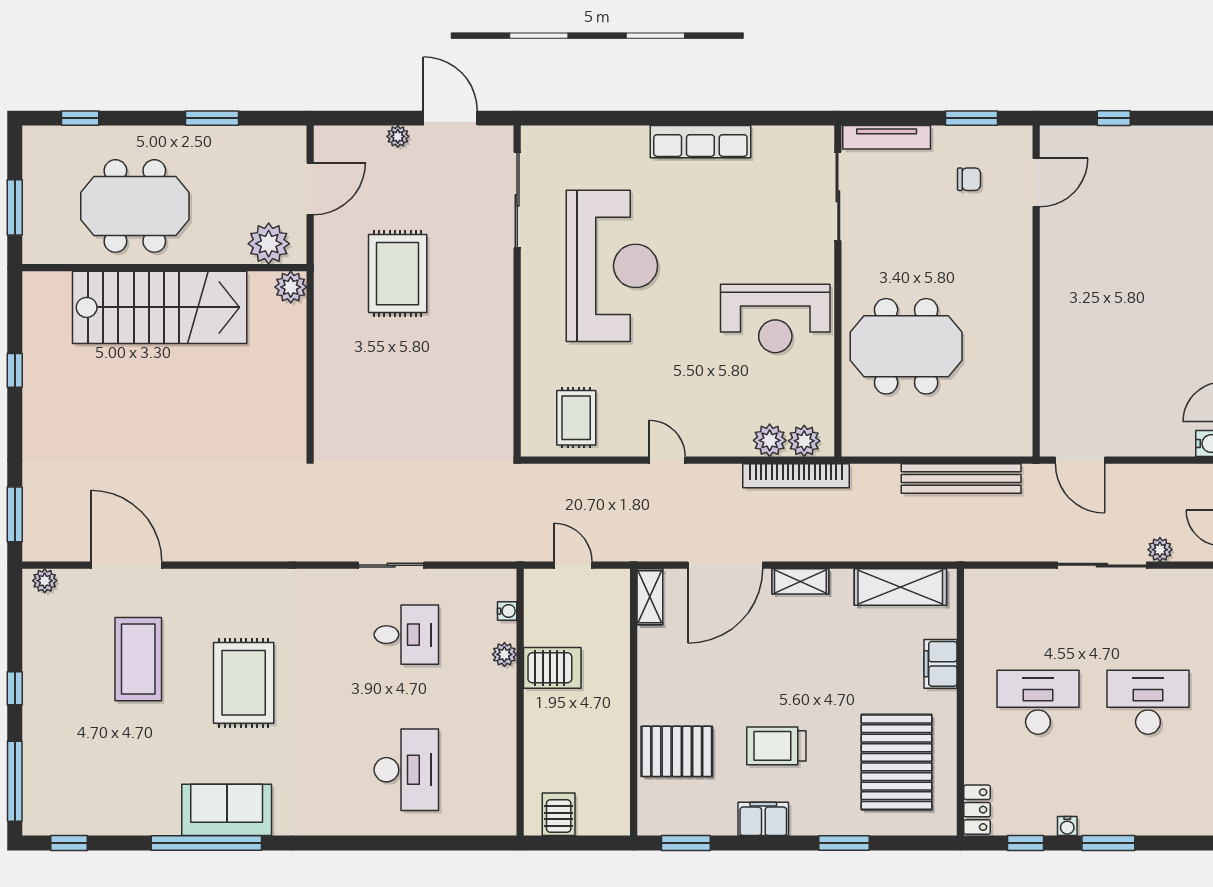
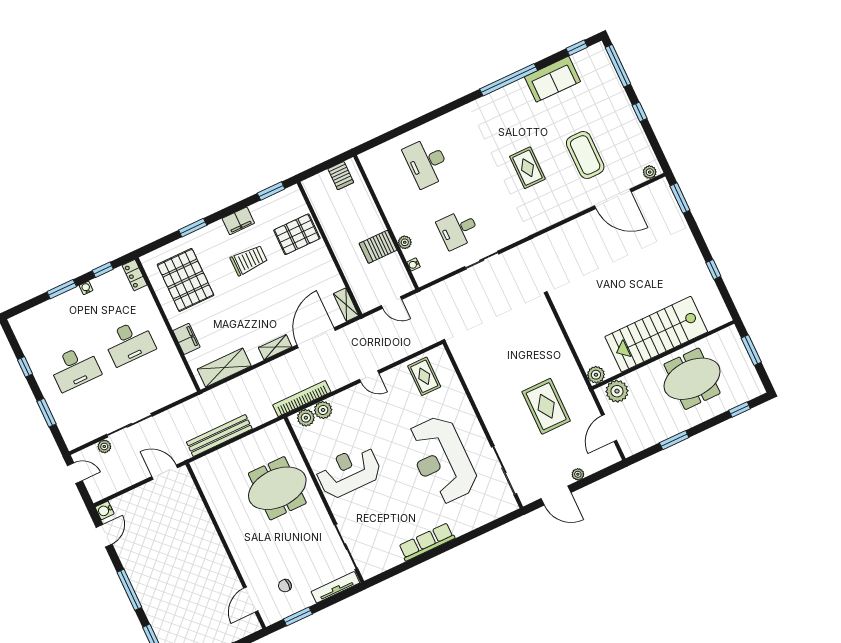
rug: (244, 683) -> (527, 168), width x0.73, depth x0.70
sofa: (227, 810) -> (552, 79), moved

